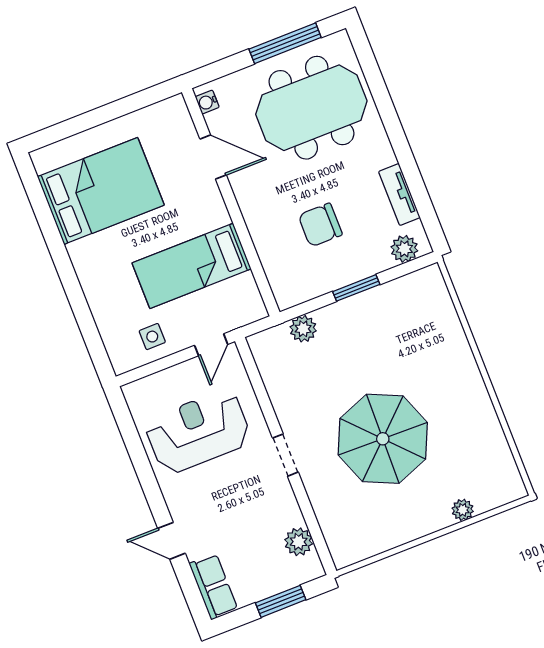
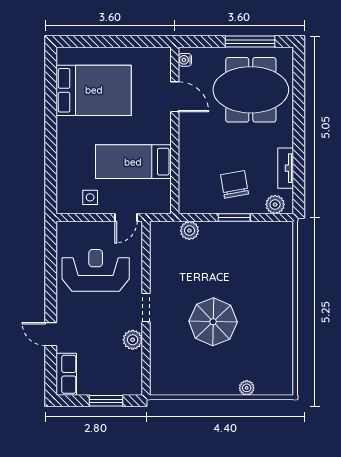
chair: (320, 225) -> (234, 184), moved, turned 80
parasol: (383, 439) -> (213, 322), width x0.73, depth x0.73
plant: (299, 542) -> (133, 340), moved

